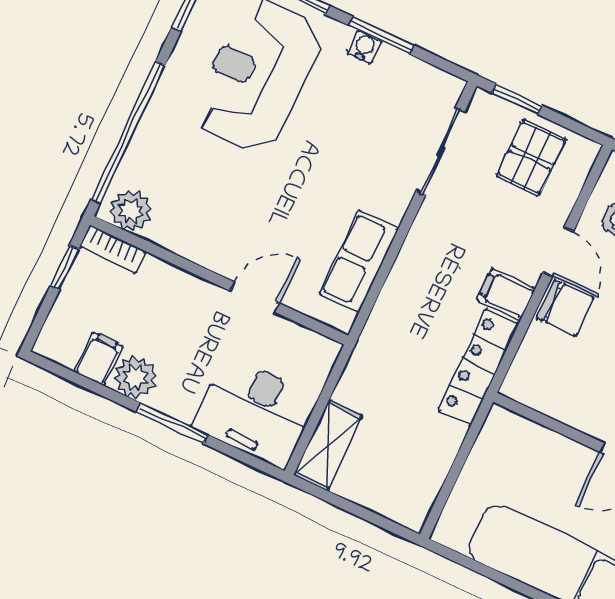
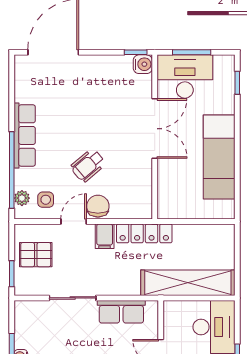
sliding door: (440, 152) -> (73, 298), moved
shelving: (328, 445) -> (188, 283), width x2.20, depth x1.33

